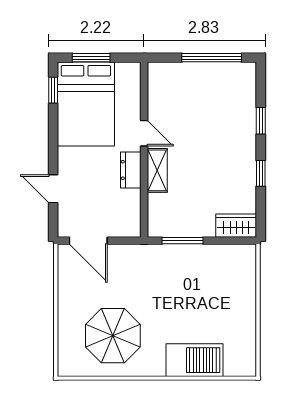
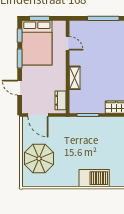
door: (144, 133) -> (68, 43), moved
window: (53, 134) -> (20, 59), added
dresser: (131, 170) -> (61, 100), moved
parasol: (113, 336) -> (39, 159), moved

